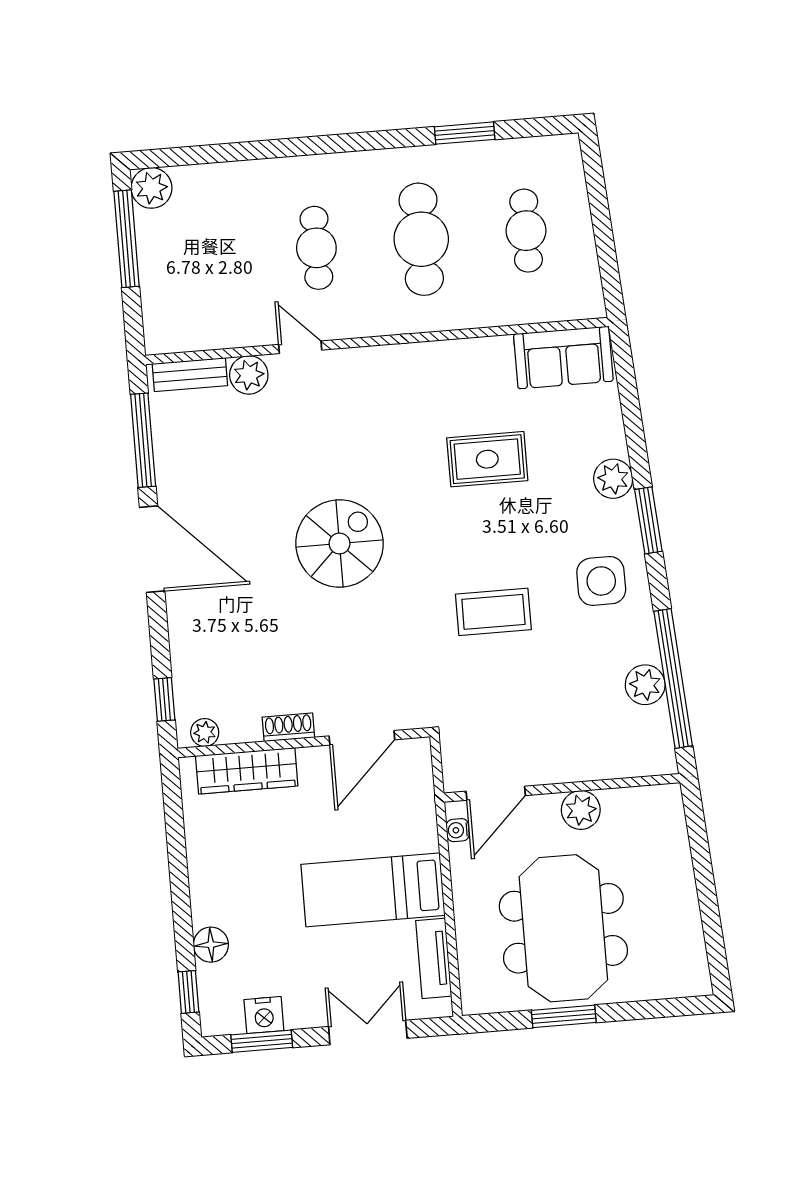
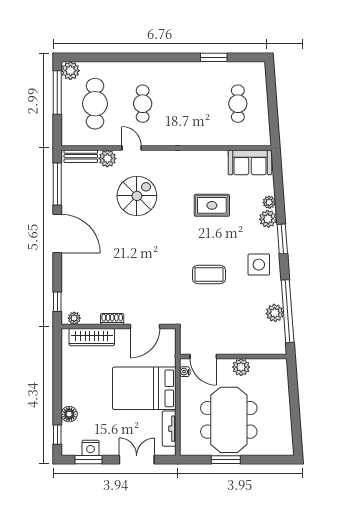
cafe table: (421, 239) -> (95, 104), moved
plant: (613, 442) -> (269, 202), added
spiral stairs: (339, 544) -> (137, 196), moved
door: (496, 793) -> (203, 356), hinge flipped
bed: (373, 890) -> (144, 388), width x1.50

